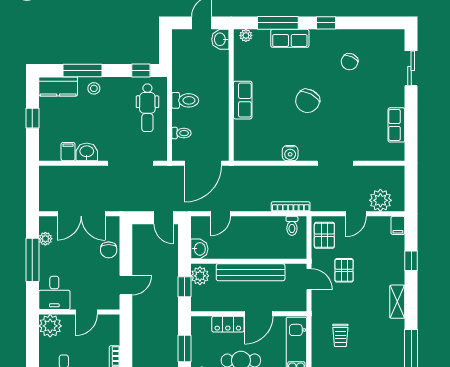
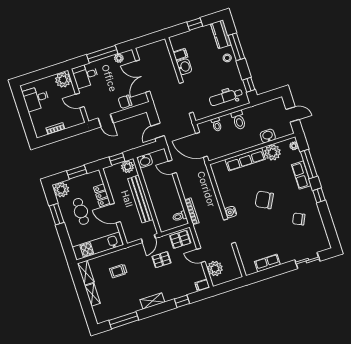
washbasin: (220, 39) -> (268, 136), moved
plant: (245, 68) -> (273, 152), added
row of seats: (243, 100) -> (245, 159), width x1.48
water cooler: (290, 153) -> (231, 212), moved

